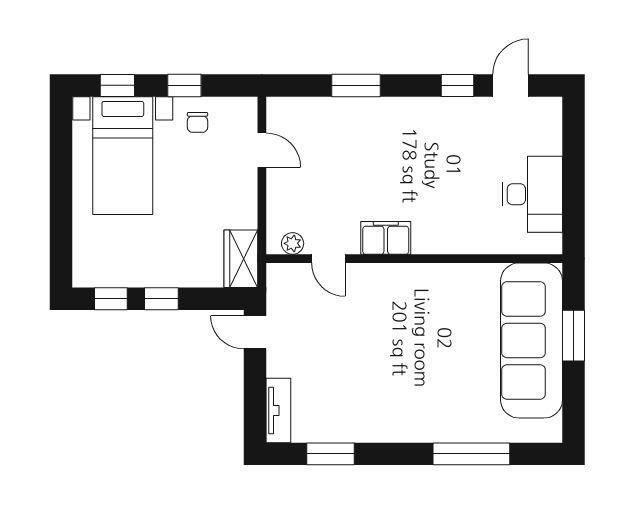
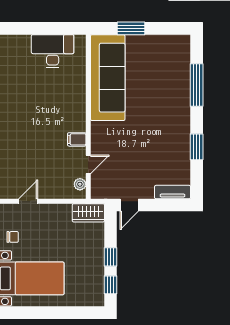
filing cabinet: (386, 238) -> (77, 139), width x0.50
sofa: (532, 340) -> (108, 78), moved, turned -90
window: (331, 454) -> (197, 147), moved

